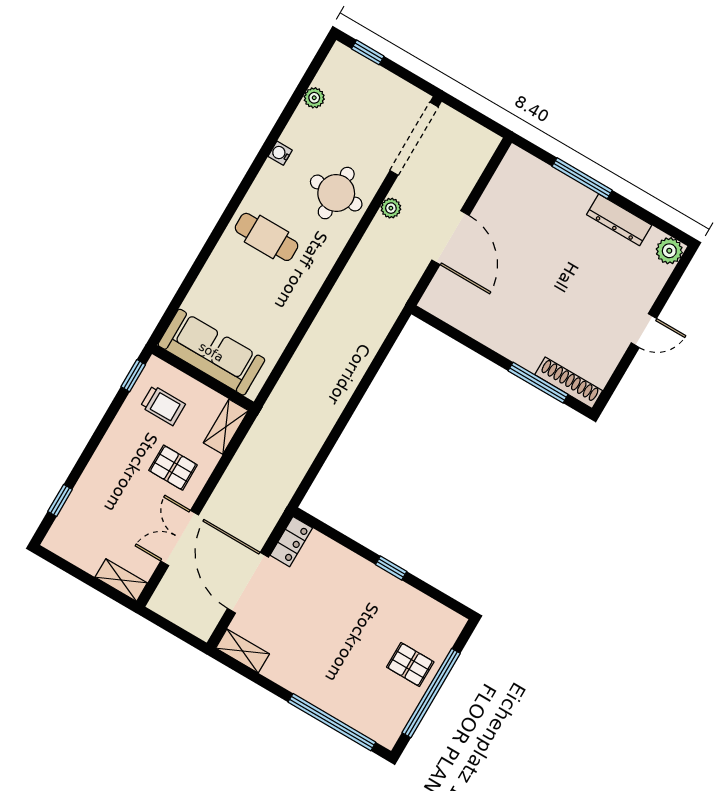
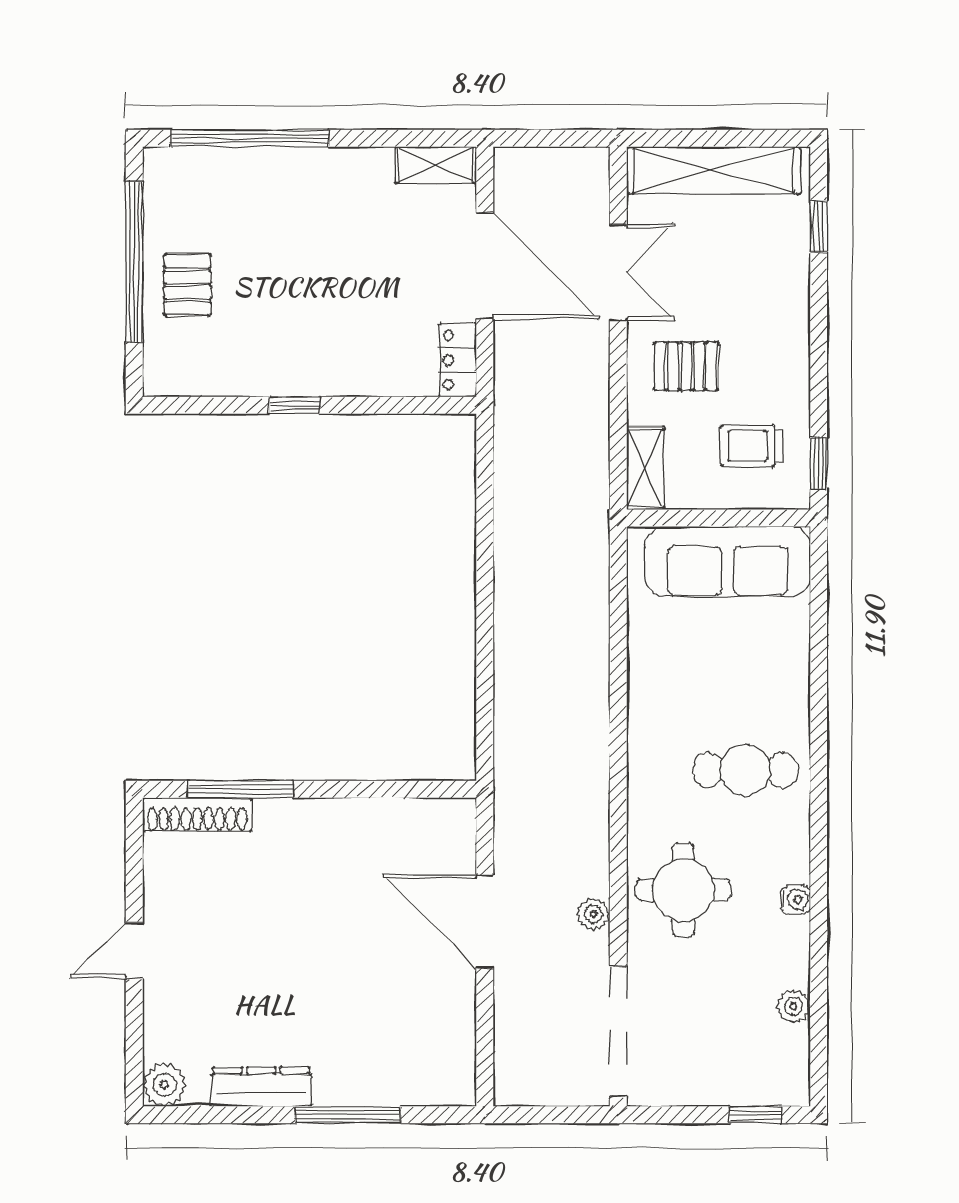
shelving: (121, 580) -> (714, 170), width x2.20, depth x1.33
pallet: (410, 665) -> (187, 285), turned 90

